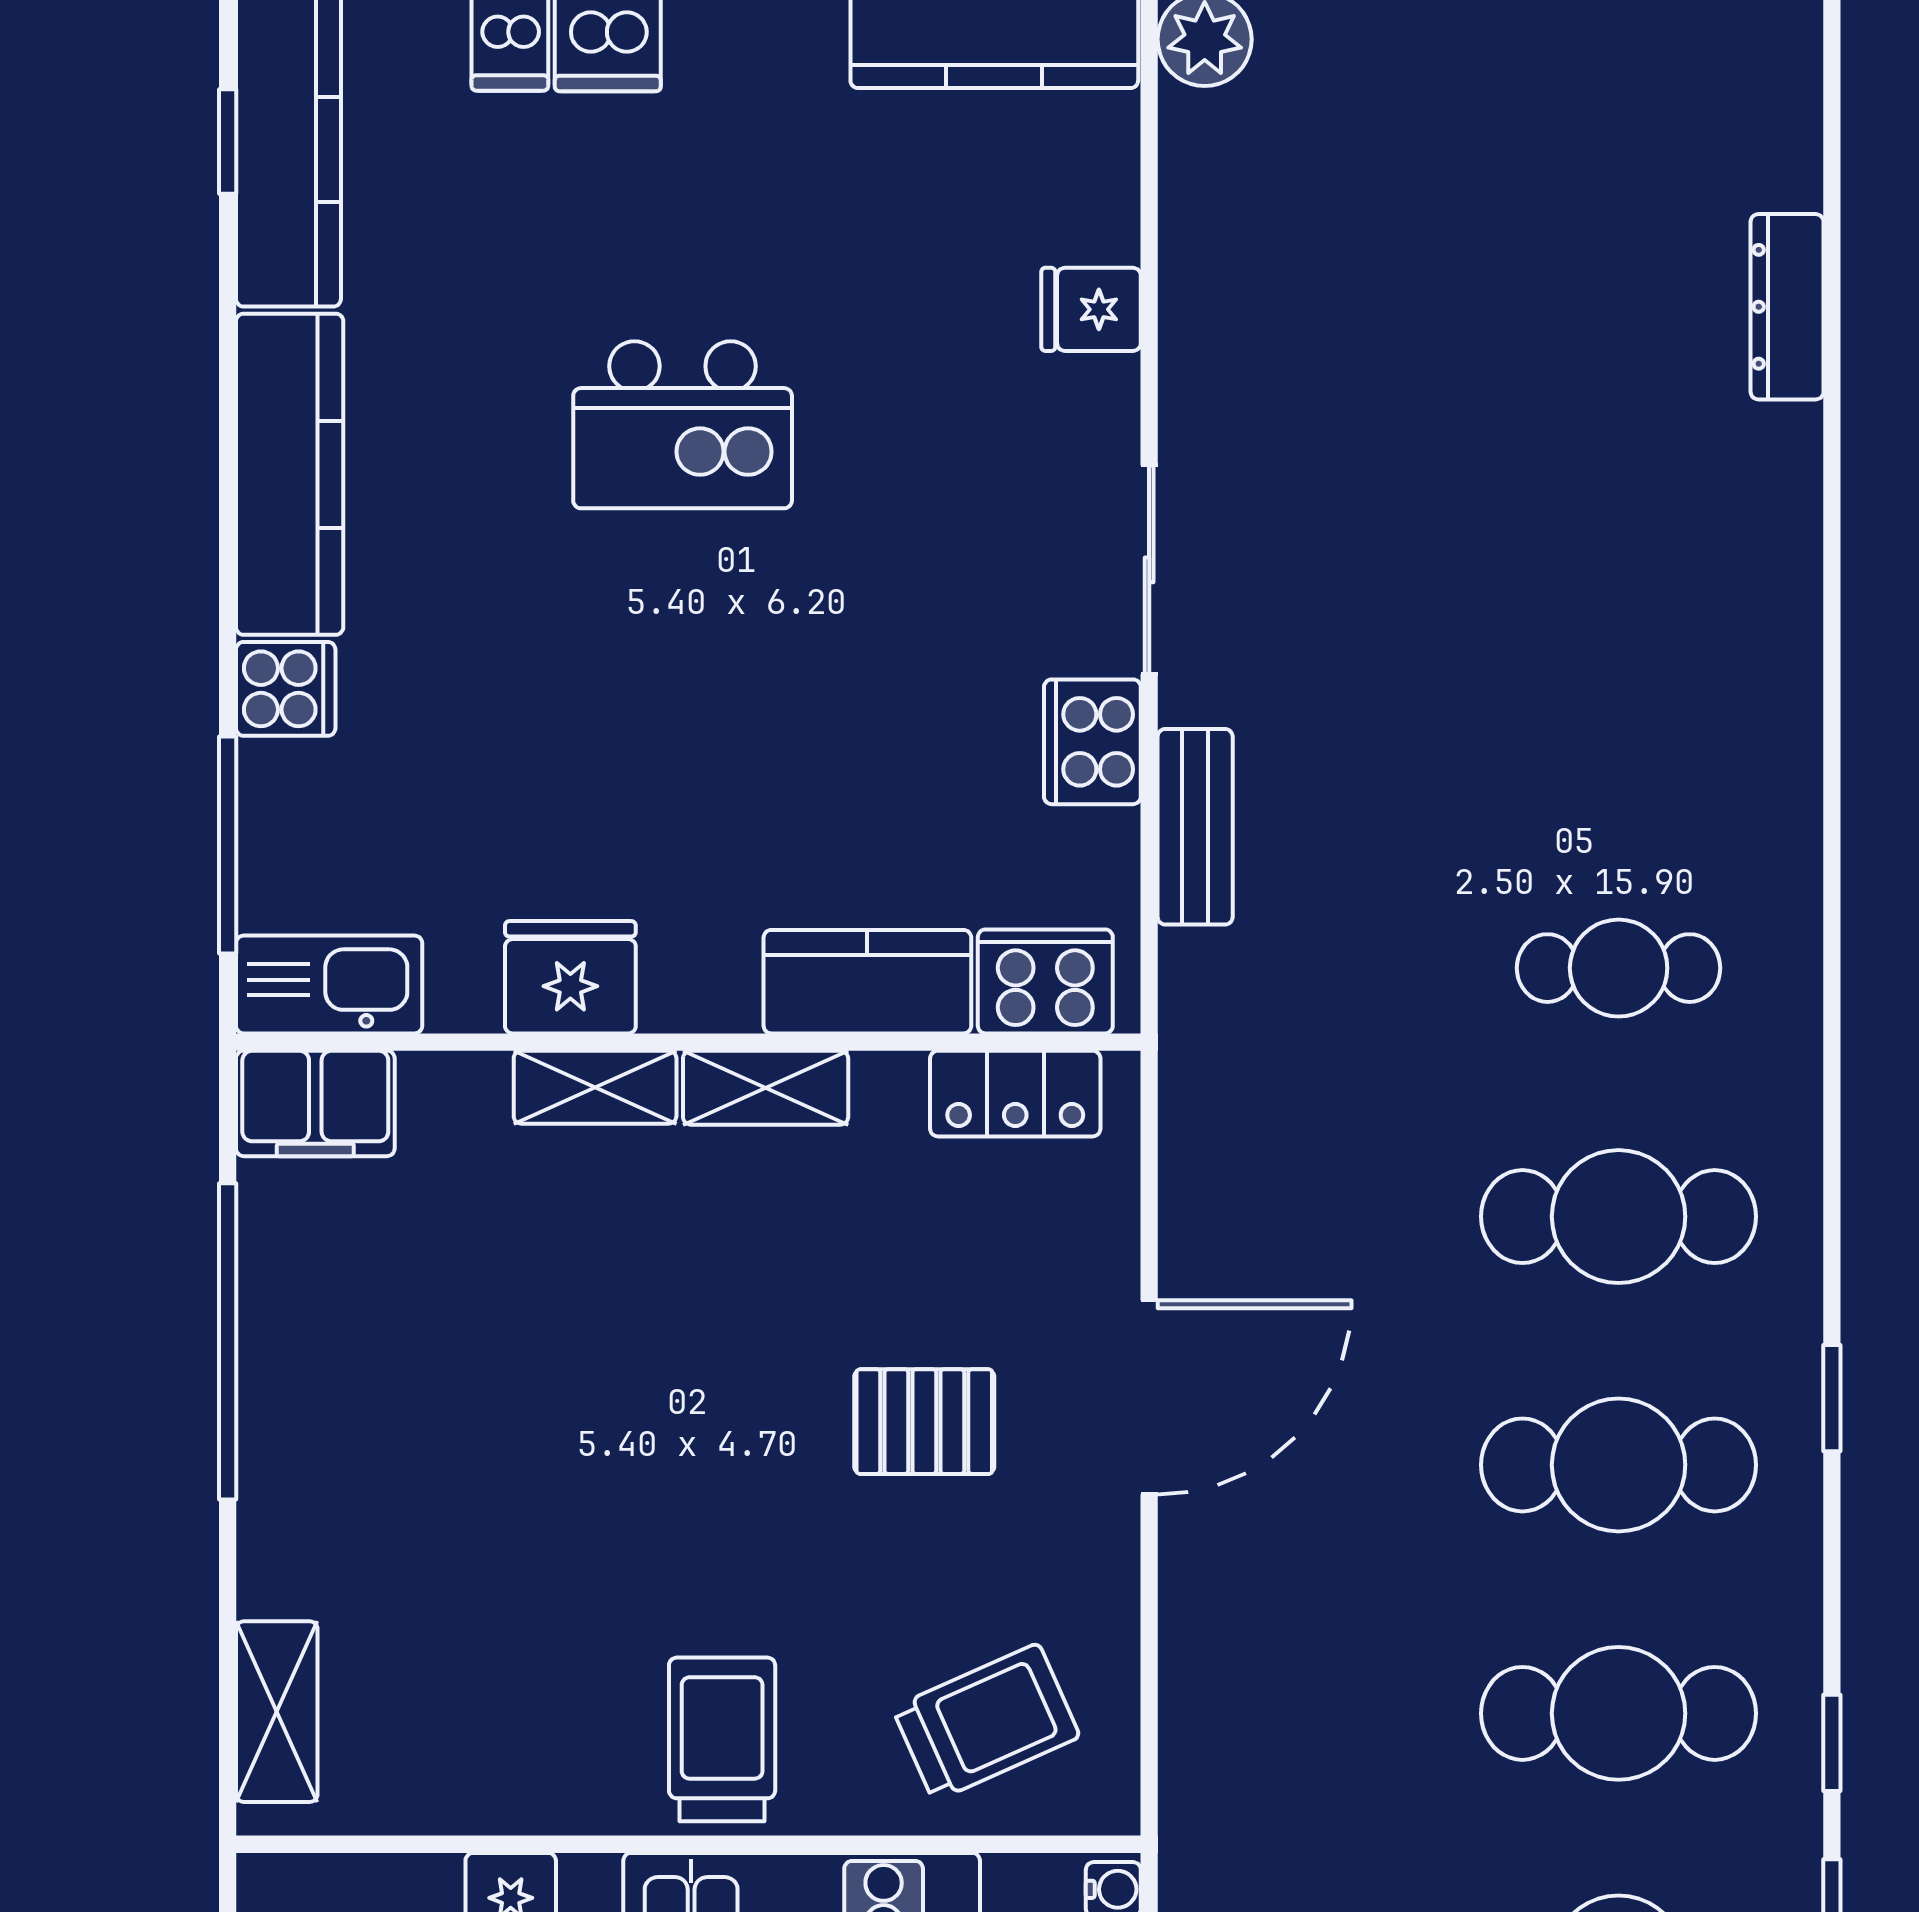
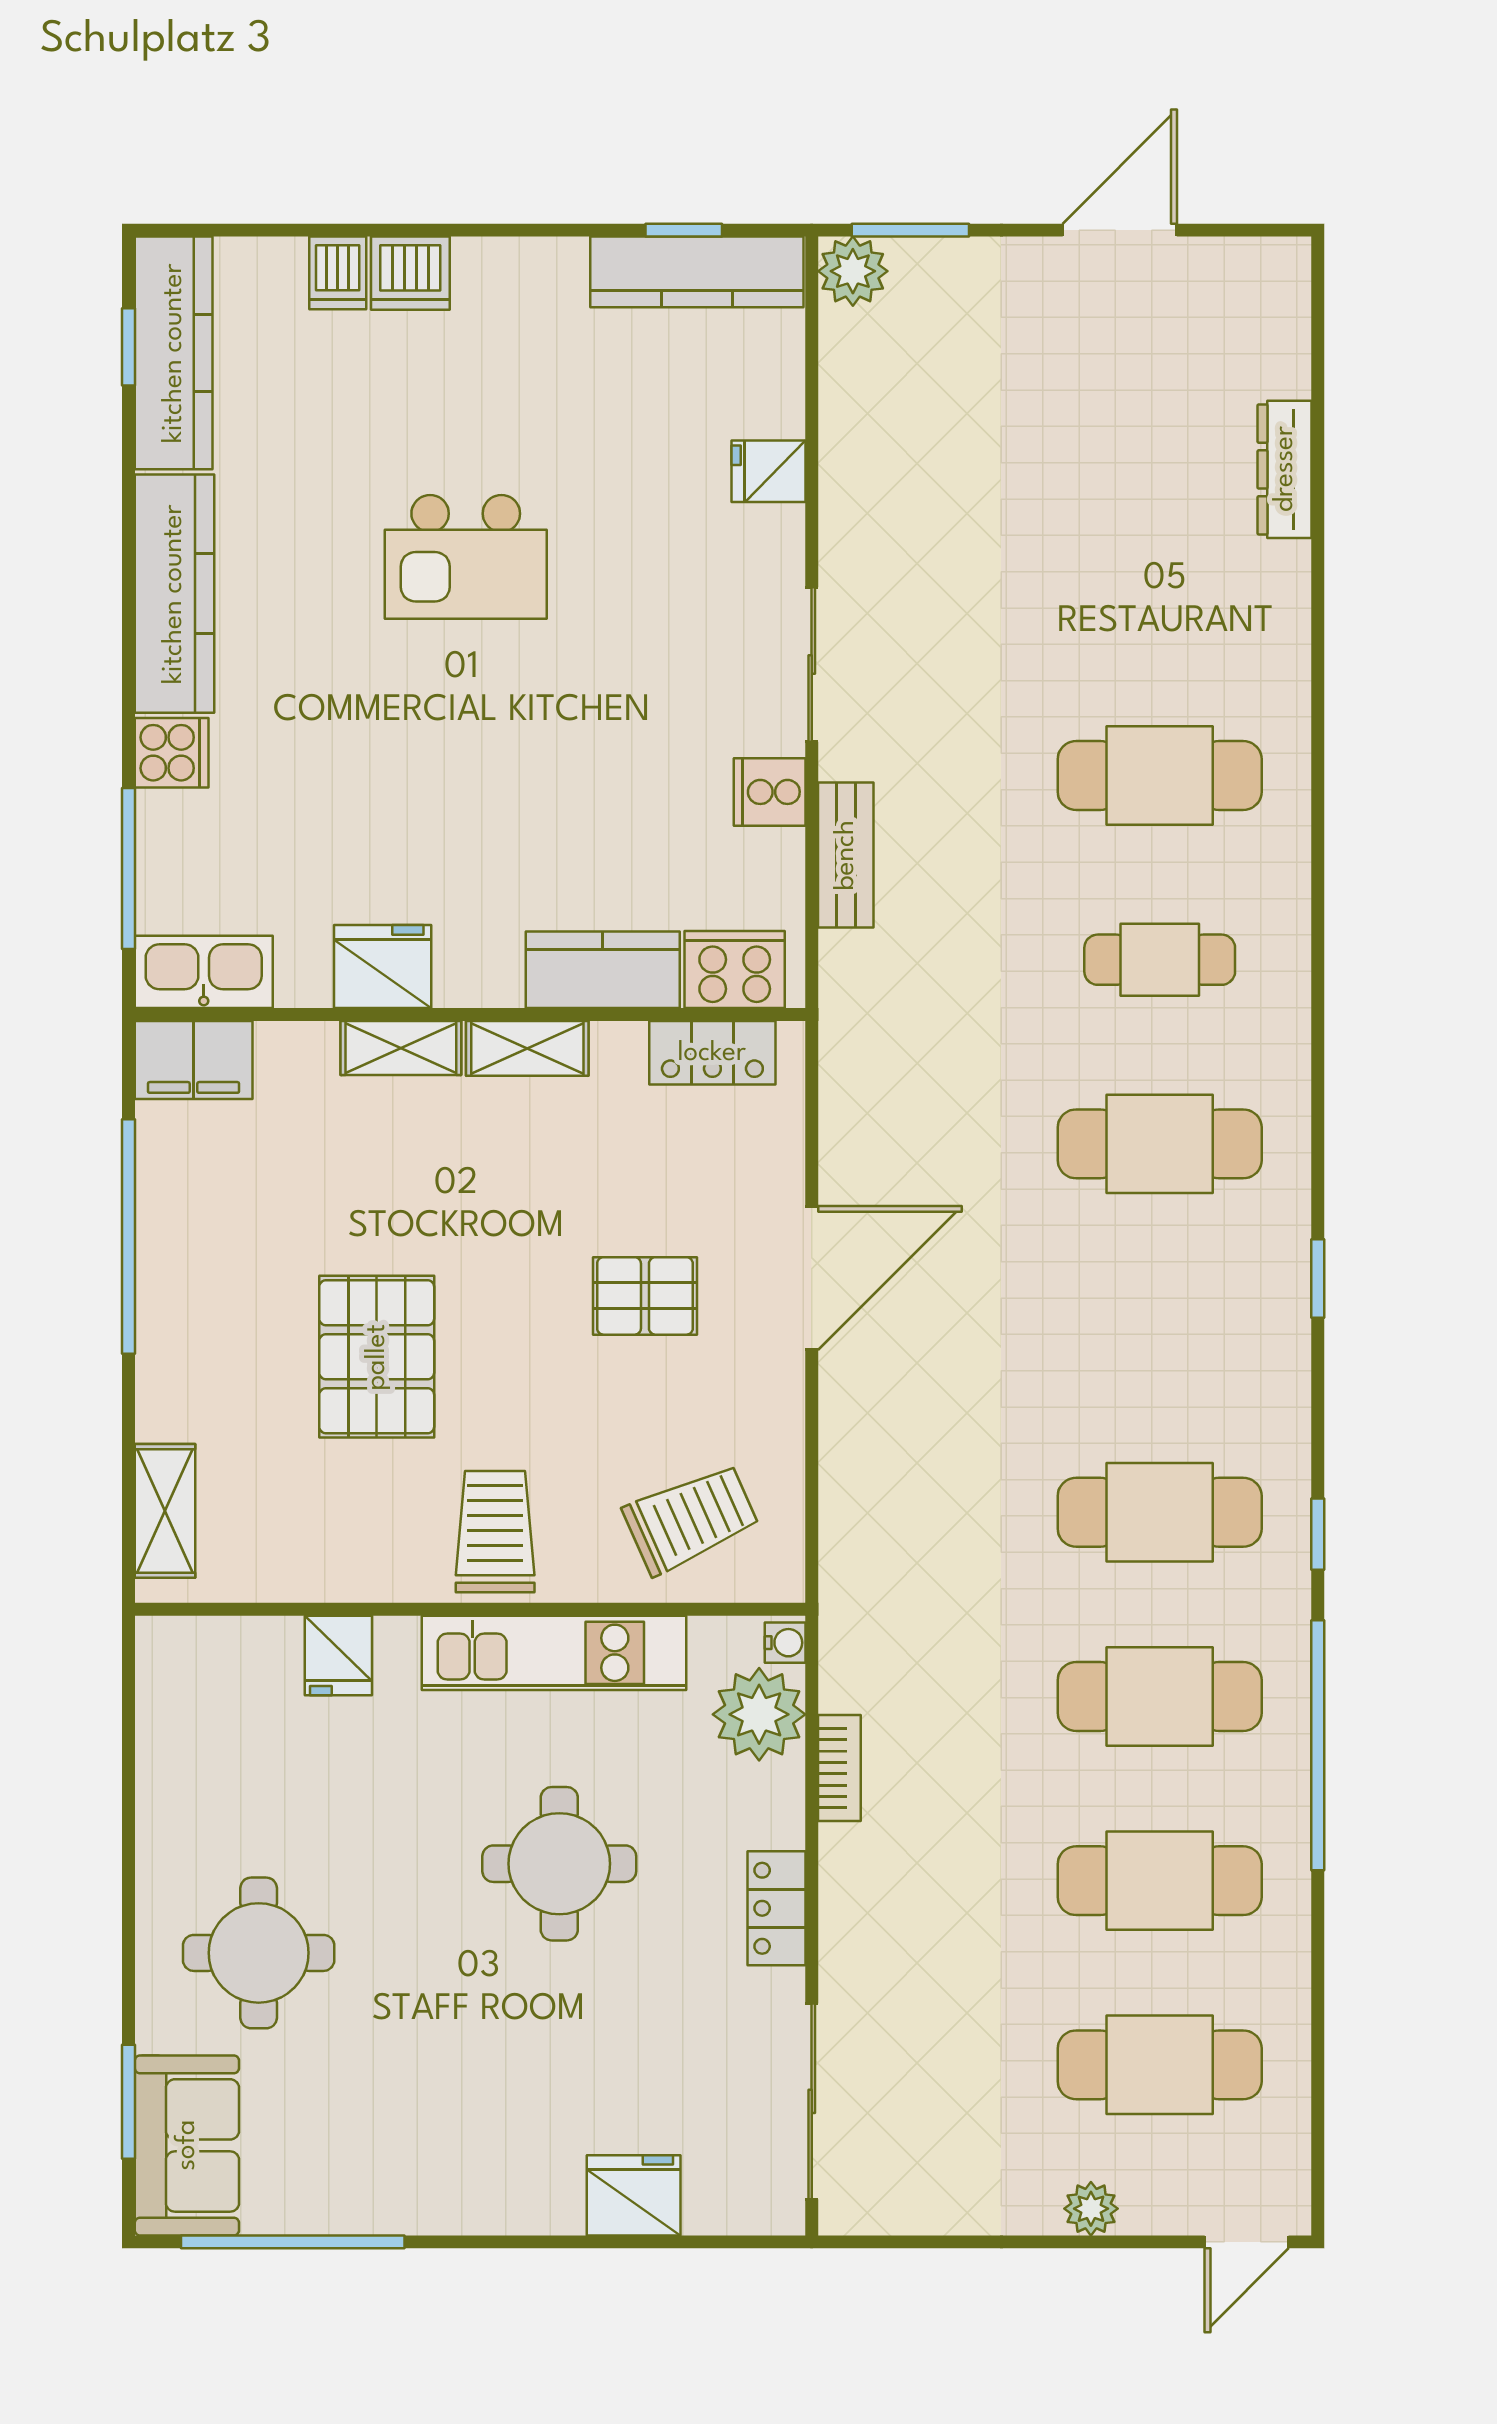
cooker: (1092, 742) -> (770, 792), width x0.73
cafe table: (1619, 1465) -> (1160, 776), moved
pallet: (562, 1504) -> (377, 1357), added

